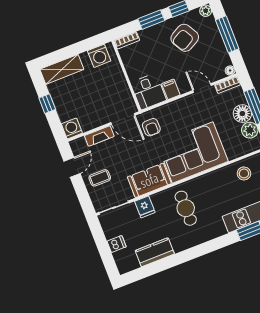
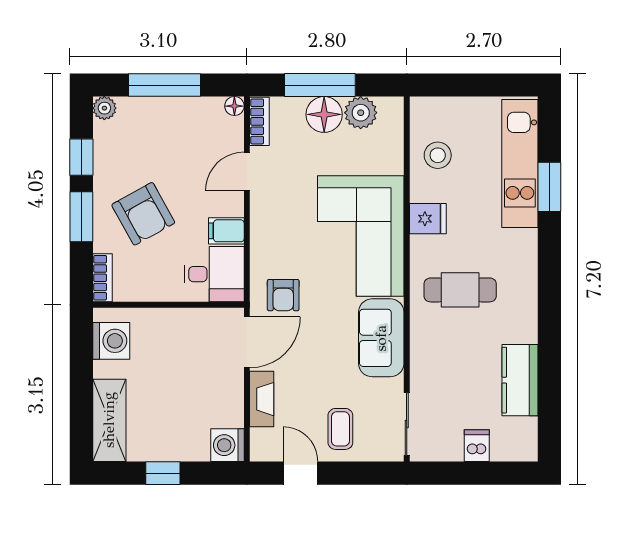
armchair: (185, 38) -> (143, 214), moved
armchair: (151, 127) -> (283, 295), turned 90
fridge: (145, 207) -> (428, 219), moved

